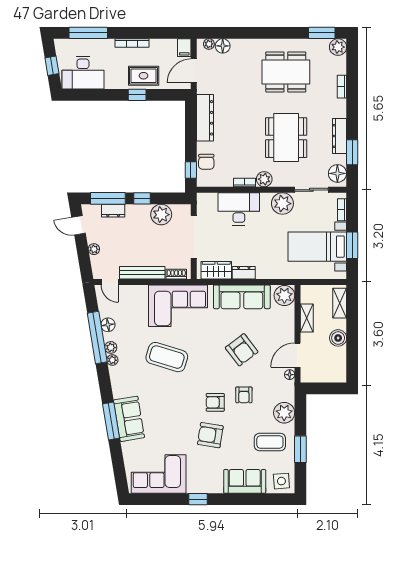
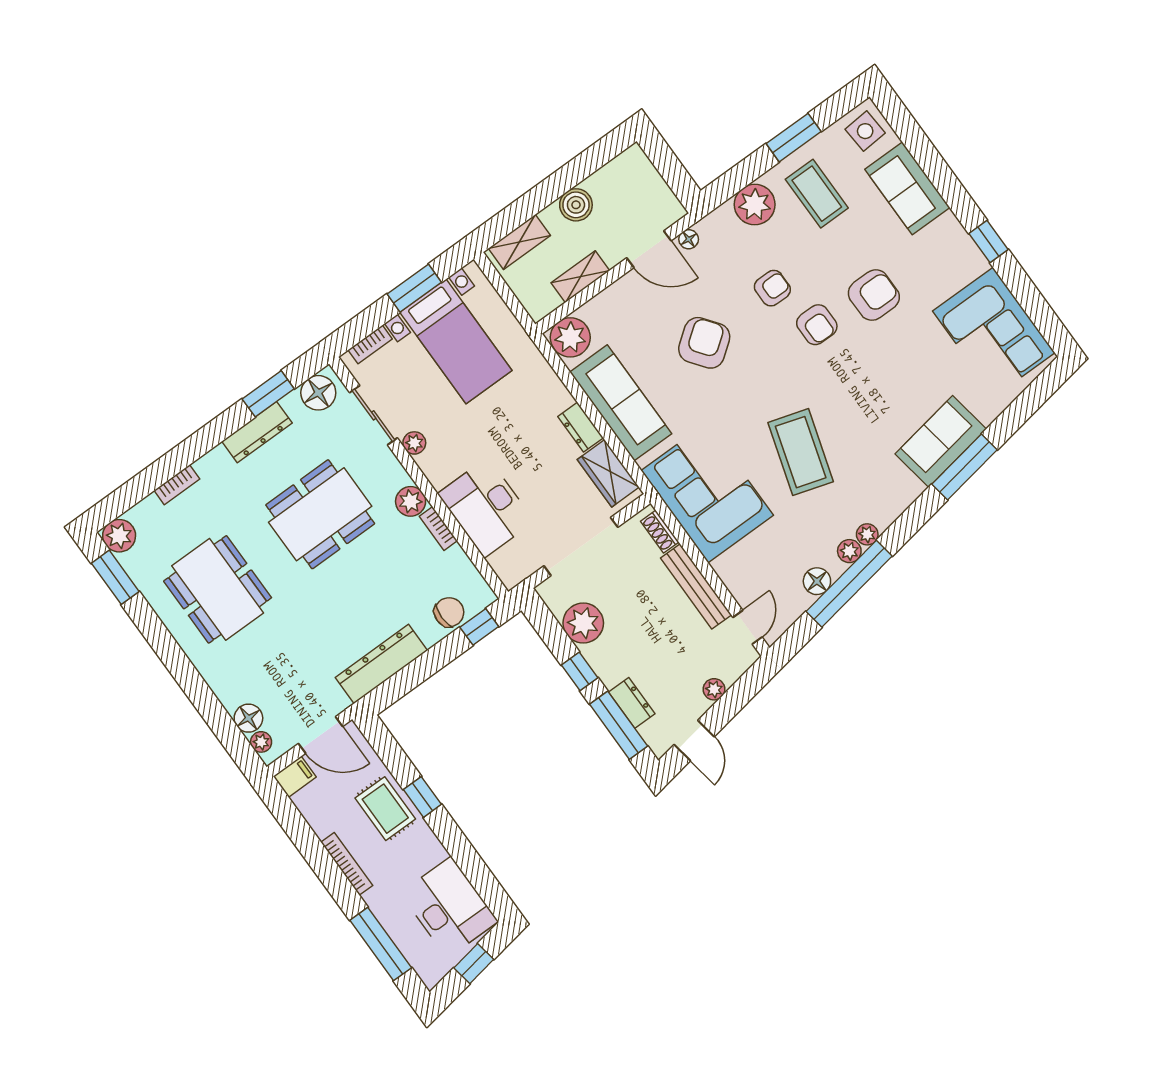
plant: (282, 204) -> (414, 443), width x0.53, depth x0.53
armchair: (210, 435) -> (874, 295), turned -99

